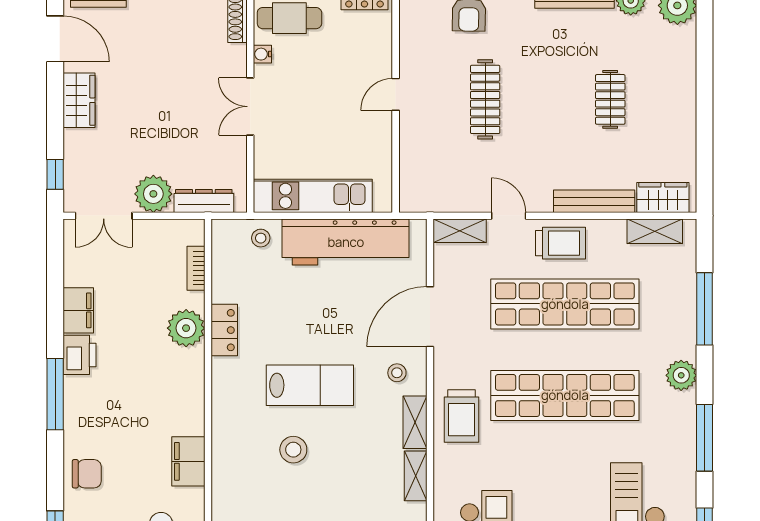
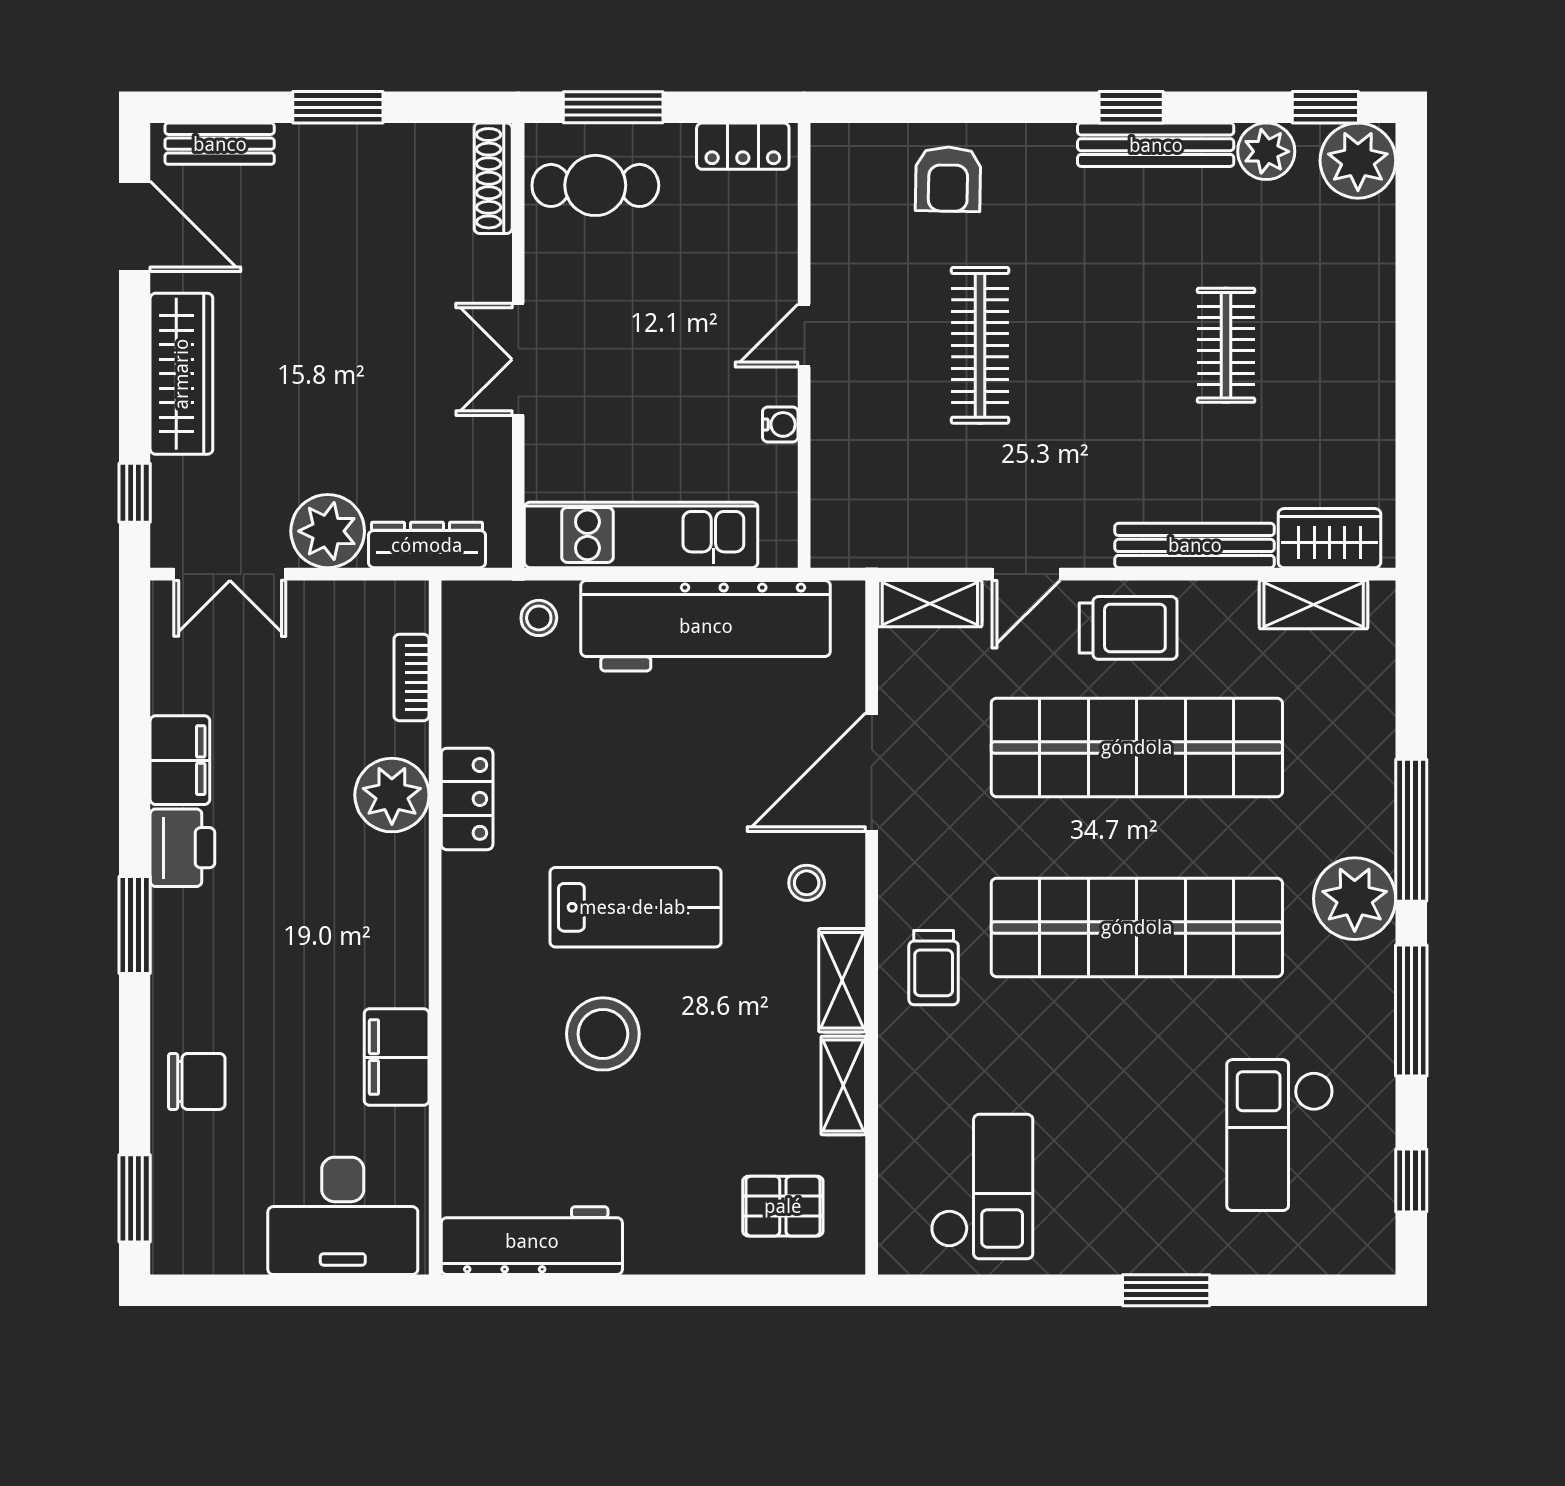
water cooler: (262, 54) -> (780, 424), moved, turned 180
wardrobe: (79, 100) -> (181, 374), width x1.50
door: (509, 216) -> (1026, 574), swing flipped
window: (704, 309) -> (1411, 830), moved
plant: (681, 375) -> (1355, 899), width x1.36, depth x1.36
window: (55, 394) -> (135, 925), width x0.69
trolley: (462, 416) -> (934, 968), width x0.73, depth x0.72
stool: (293, 450) -> (603, 1034), width x1.38, depth x1.38

